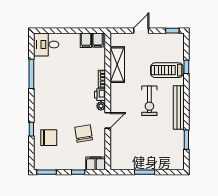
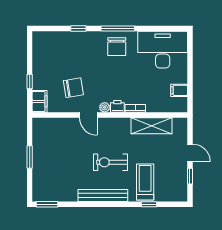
window: (172, 31) -> (190, 176), moved
filing cabinet: (98, 40) -> (179, 104), removed
desk: (46, 45) -> (163, 50), width x1.87, depth x1.30
window: (31, 74) -> (118, 28), moved
chair: (49, 138) -> (117, 47), moved
window: (186, 140) -> (47, 204), moved
window: (46, 172) -> (30, 46), removed

